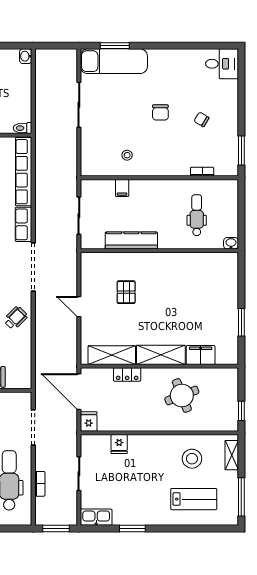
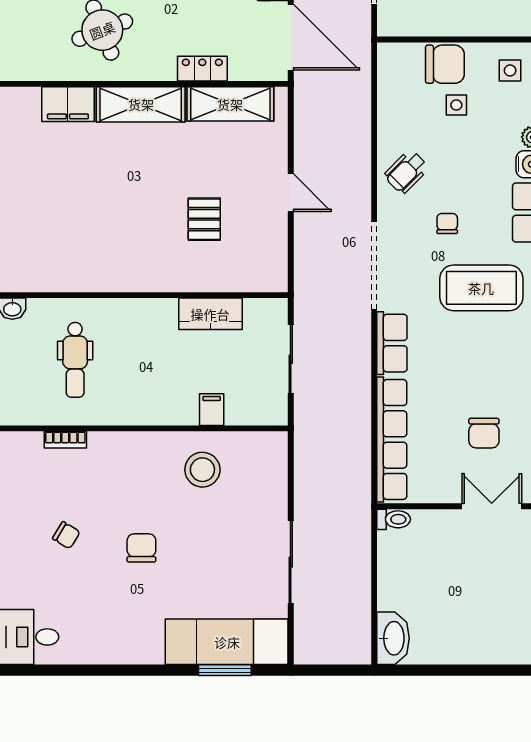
washbasin: (26, 56) -> (393, 638), width x1.91, depth x1.45
stool: (127, 155) -> (202, 470), width x1.89, depth x1.89
kitchen counter: (131, 240) -> (210, 314), width x0.67

